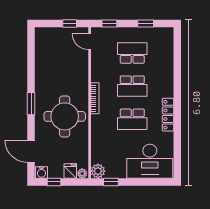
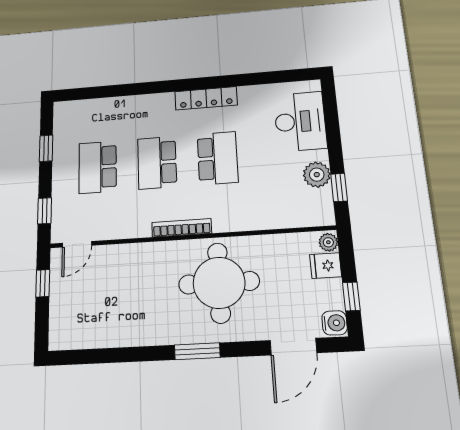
school desk: (132, 86) -> (157, 163), turned 180
desk: (150, 161) -> (300, 121), width x0.73, depth x0.77
plant: (98, 171) -> (317, 175), moved

